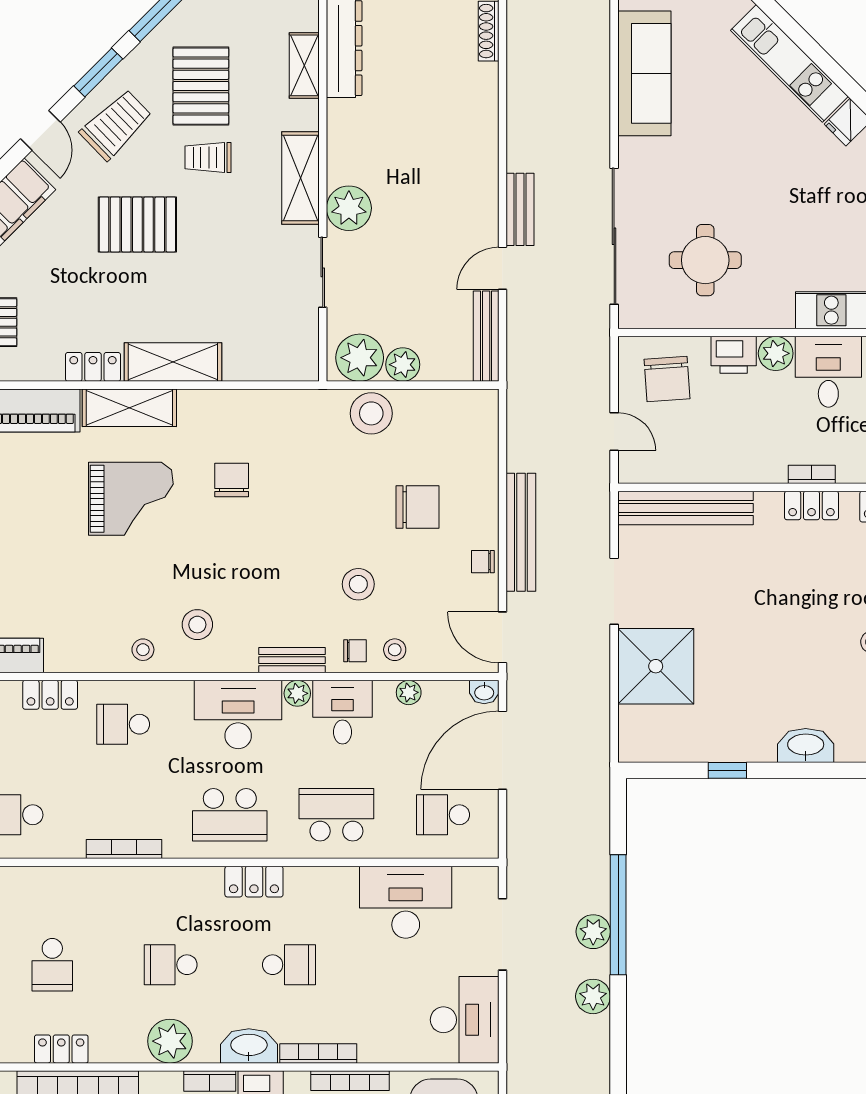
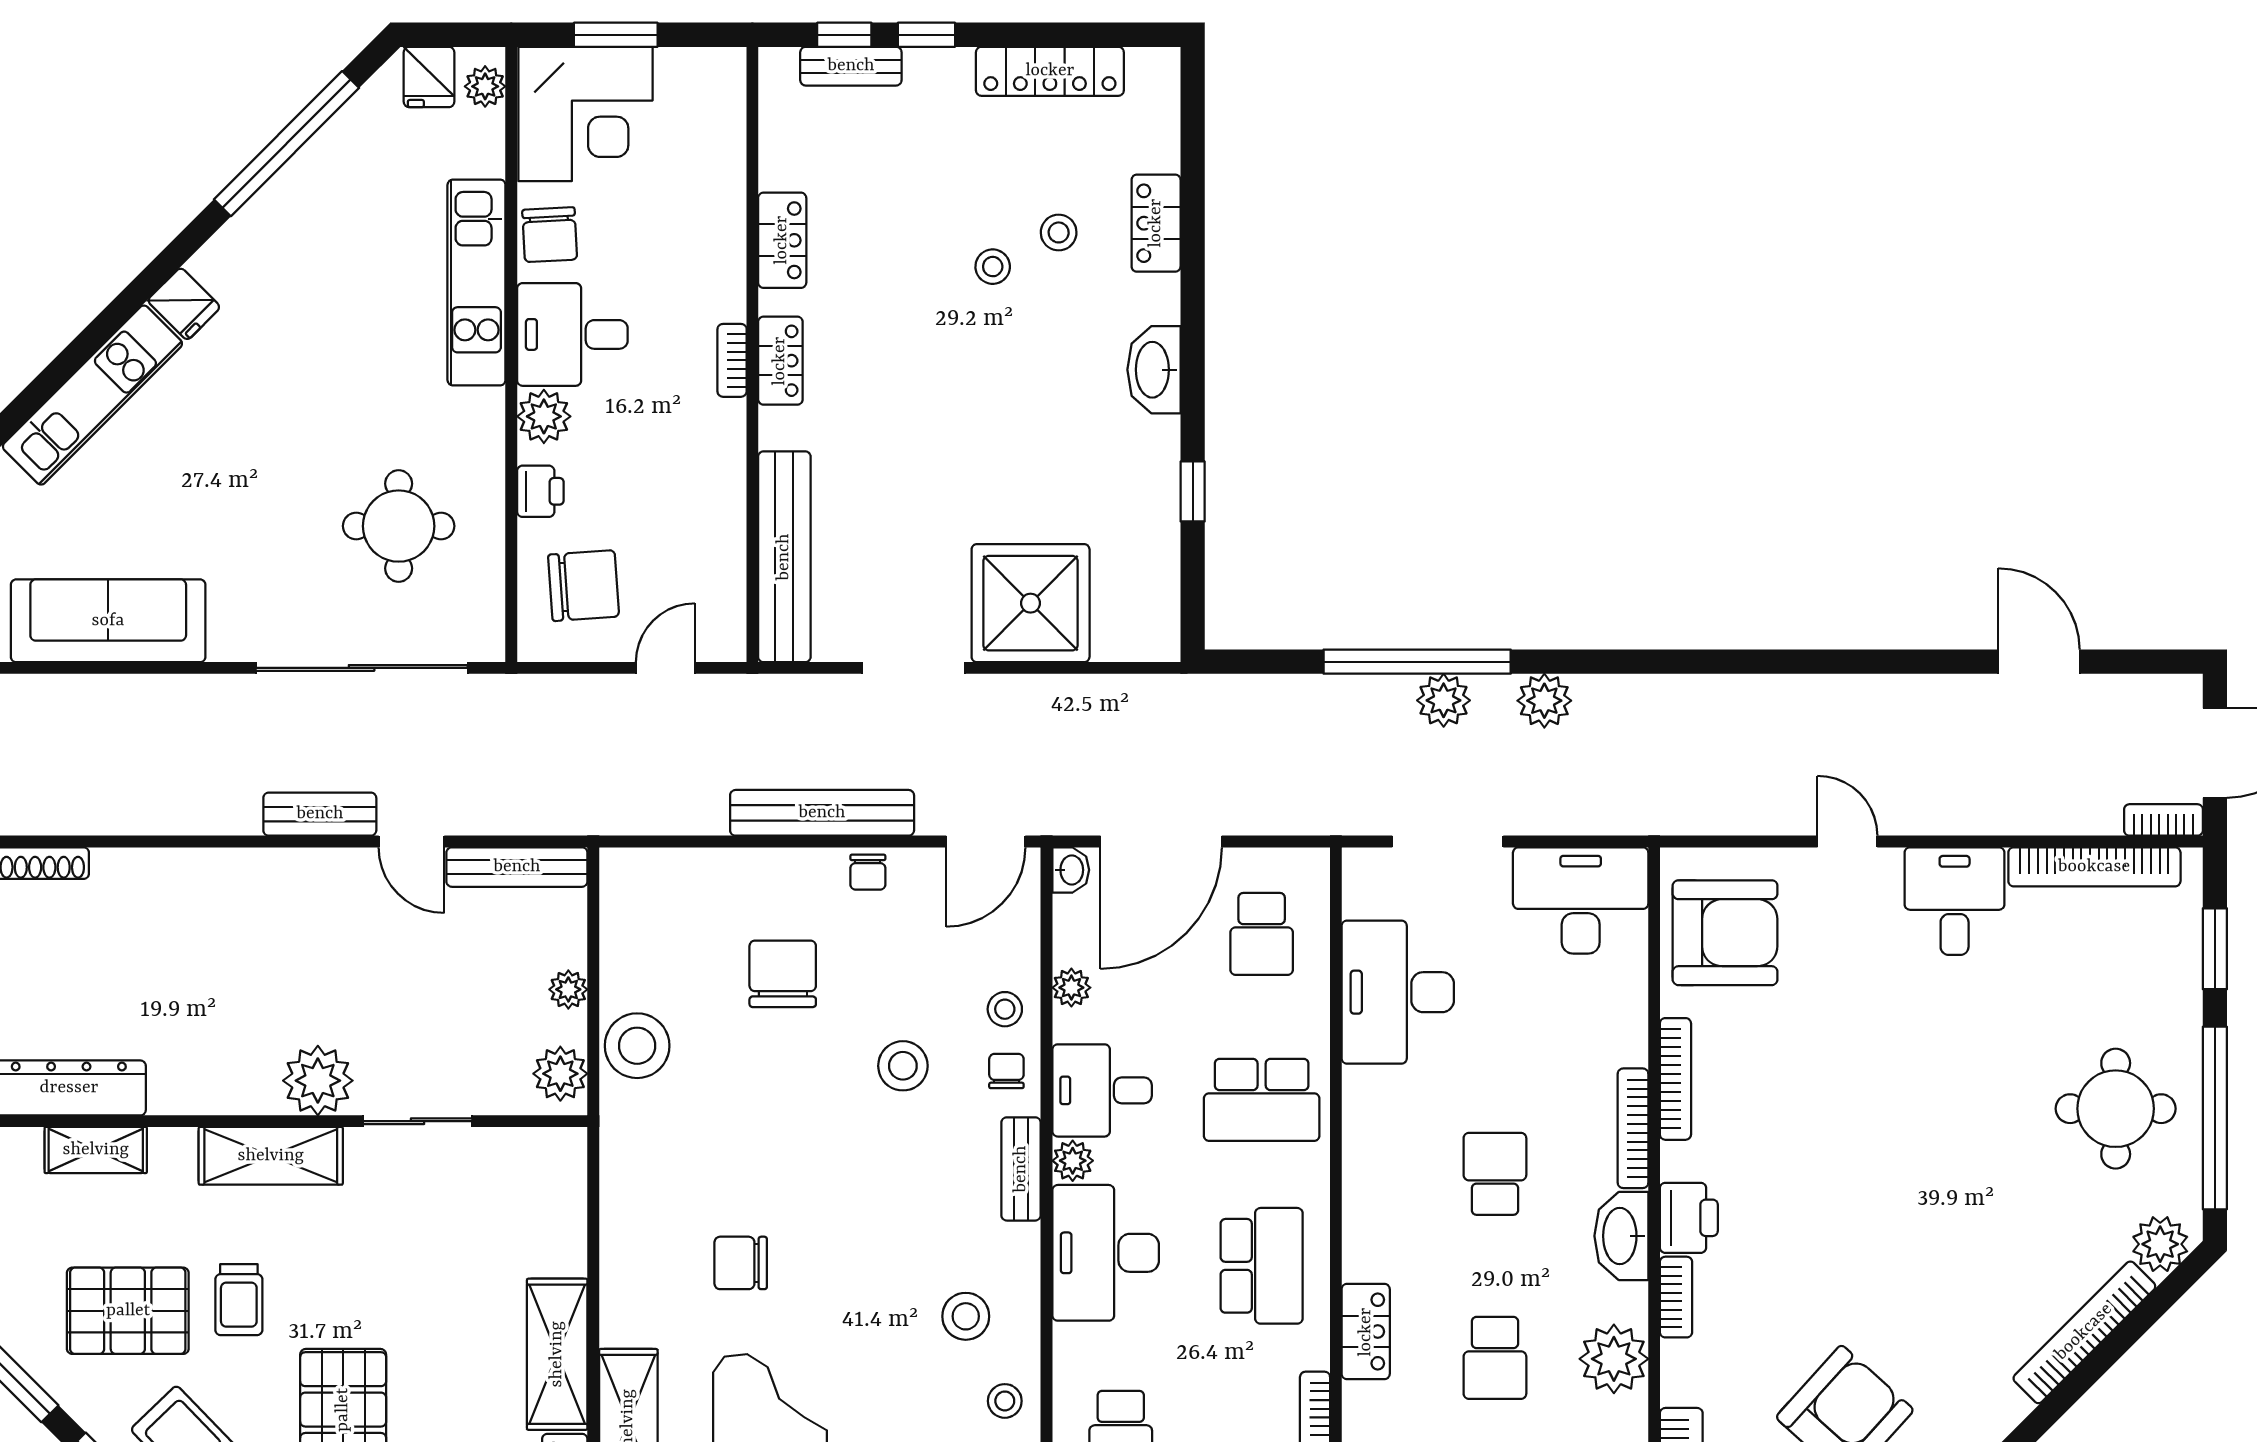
printer: (734, 355) -> (540, 491), width x0.73, depth x0.81
plant: (360, 358) -> (560, 1074), width x0.73, depth x0.73
plant: (403, 365) -> (568, 989), width x0.73, depth x0.73
door: (502, 750) -> (1161, 842), hinge flipped
school desk: (336, 815) -> (1262, 1100), turned -90
locker: (254, 882) -> (1366, 1332), moved

